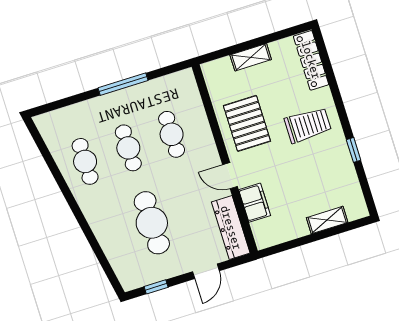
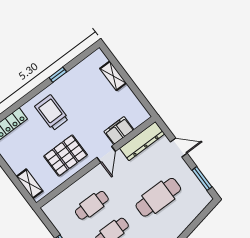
shelving: (251, 57) -> (30, 184), moved
window: (156, 287) -> (202, 179), width x1.50

